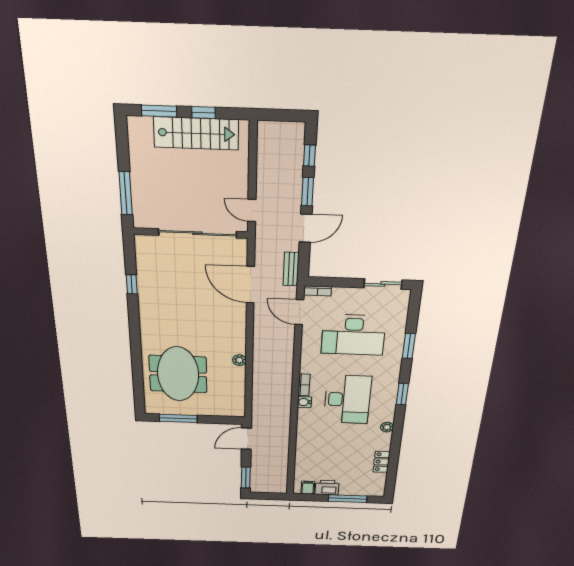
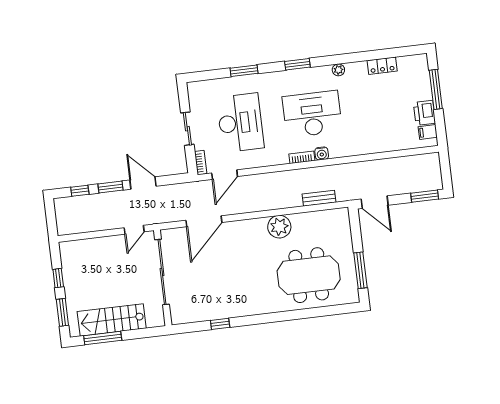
stairs: (196, 133) -> (112, 320), moved, turned -90
window: (126, 193) -> (103, 338), moved
bench: (291, 269) -> (319, 198), moved
sliding door: (383, 284) -> (187, 129), moved
plant: (239, 360) -> (279, 227), width x1.87, depth x1.87

